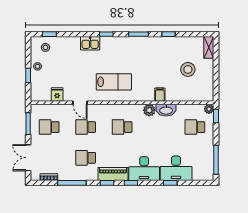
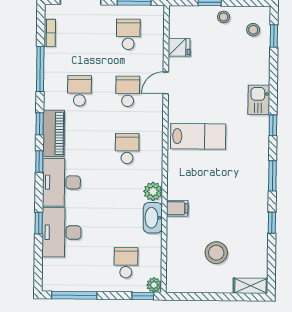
lab bench: (114, 82) -> (198, 136), turned -90

